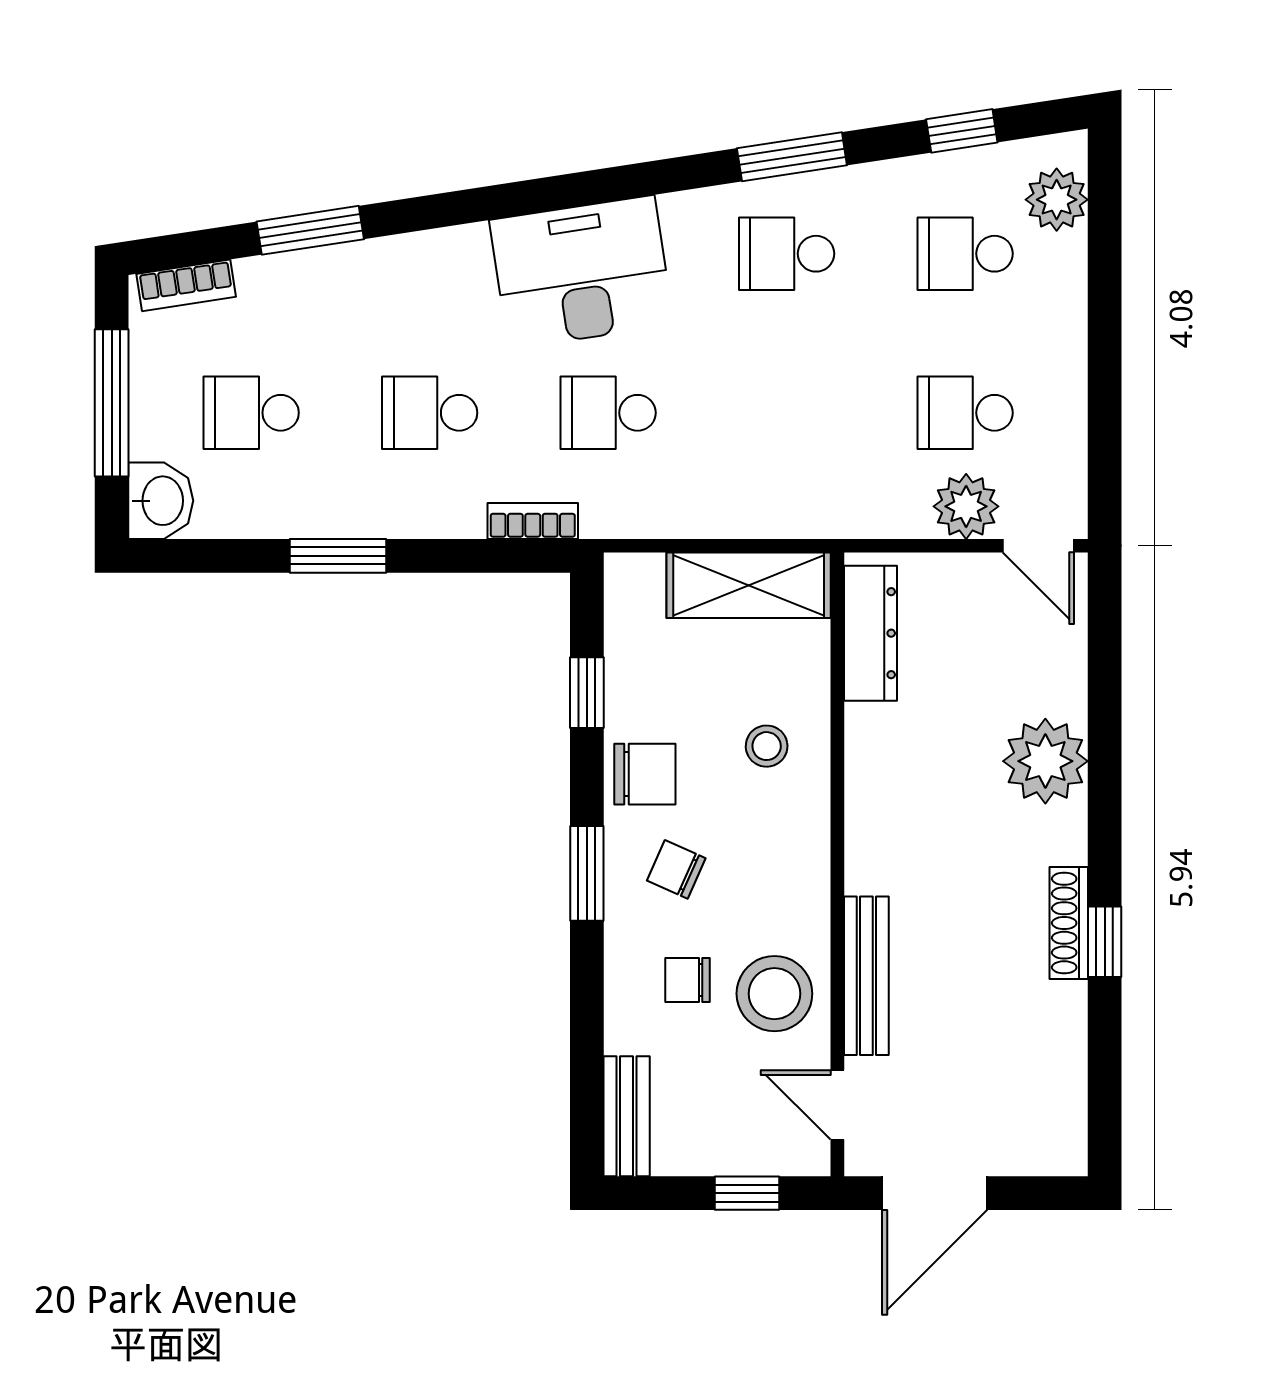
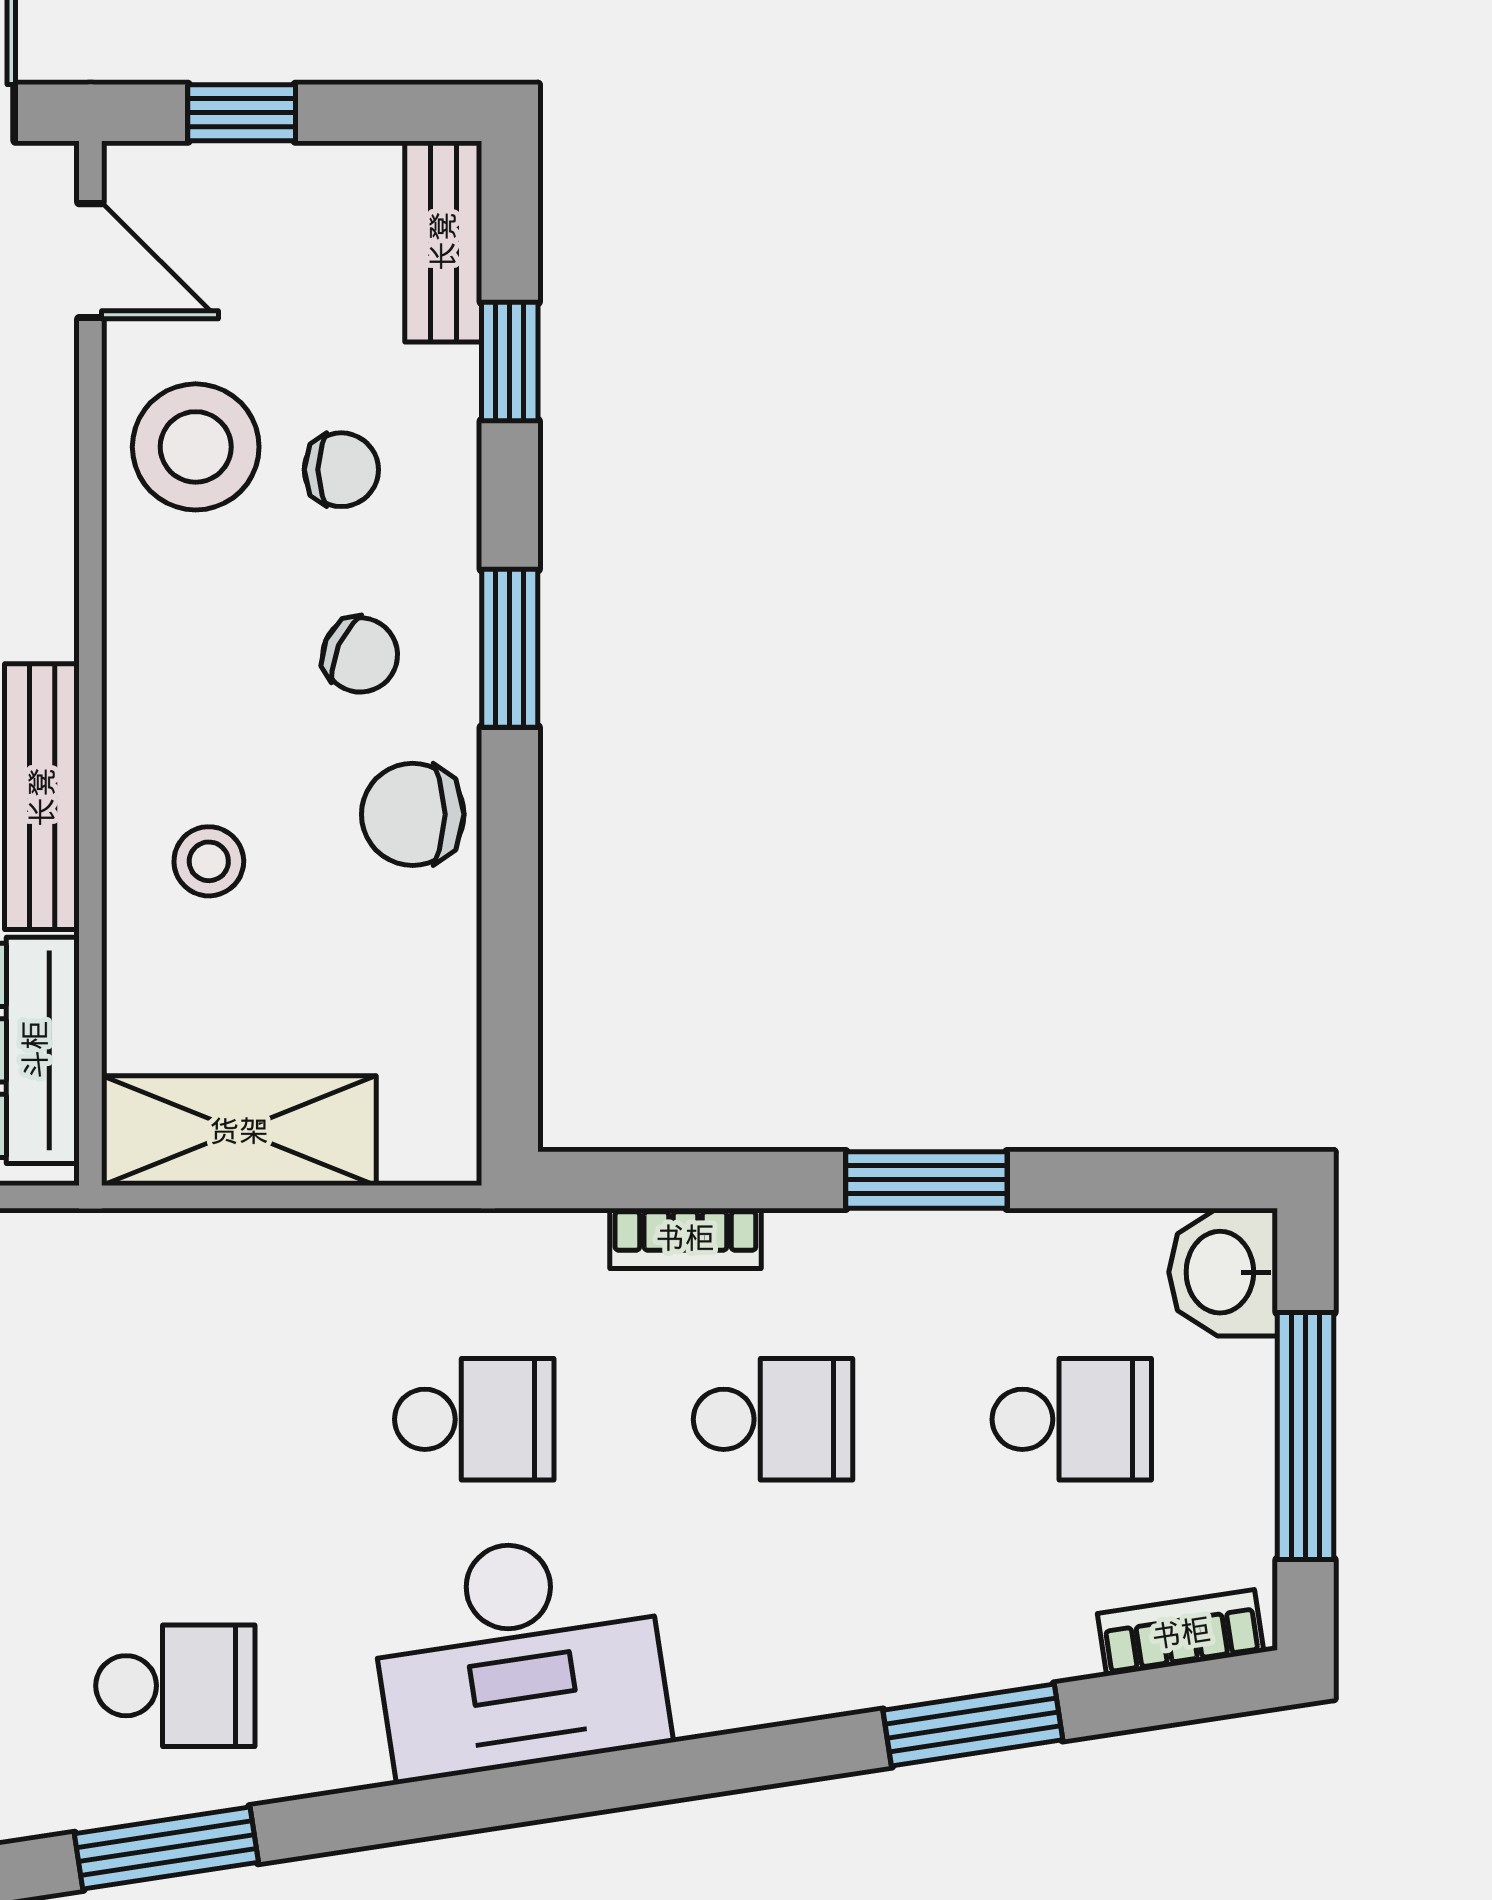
bookcase: (533, 521) -> (685, 1238), moved
window: (587, 693) -> (510, 362), moved
bench: (866, 976) -> (42, 797), moved

